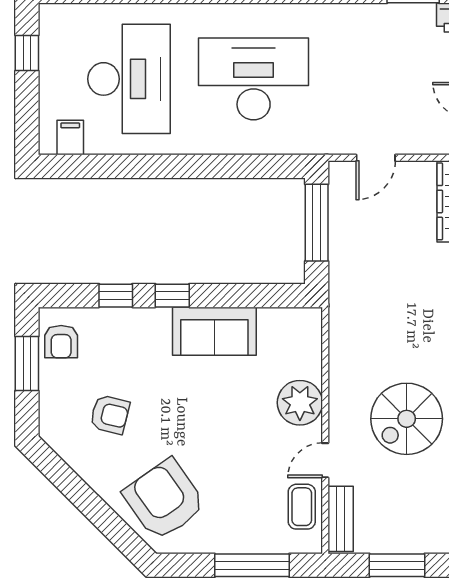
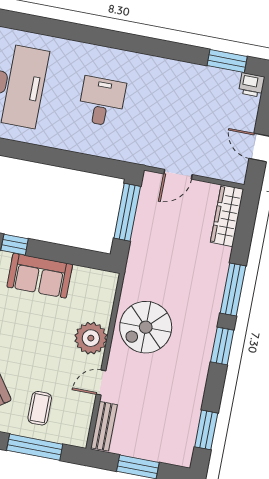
desk: (254, 79) -> (102, 102), width x0.53, depth x0.77
spiral stairs: (407, 419) -> (146, 327), moved
coffee table: (302, 507) -> (40, 408), moved

